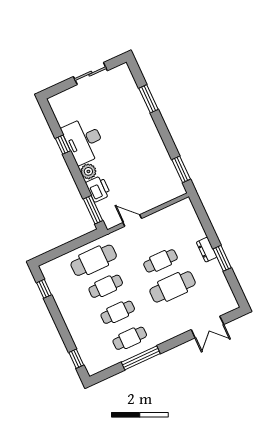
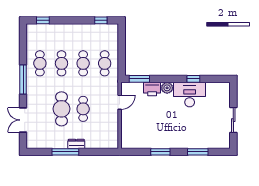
window: (181, 169) -> (160, 152), moved
window: (222, 258) -> (65, 152), width x1.44
cafe table: (94, 260) -> (105, 63), width x0.73, depth x0.74
window: (141, 358) -> (23, 79), moved

